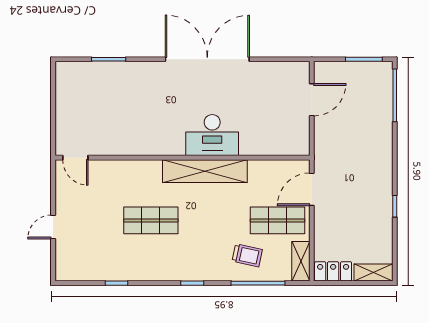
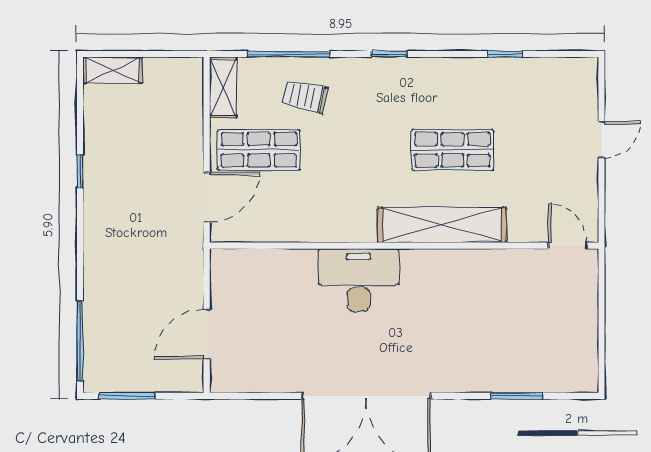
shelving: (205, 171) -> (442, 225), moved
locker: (333, 271) -> (174, 72), removed

